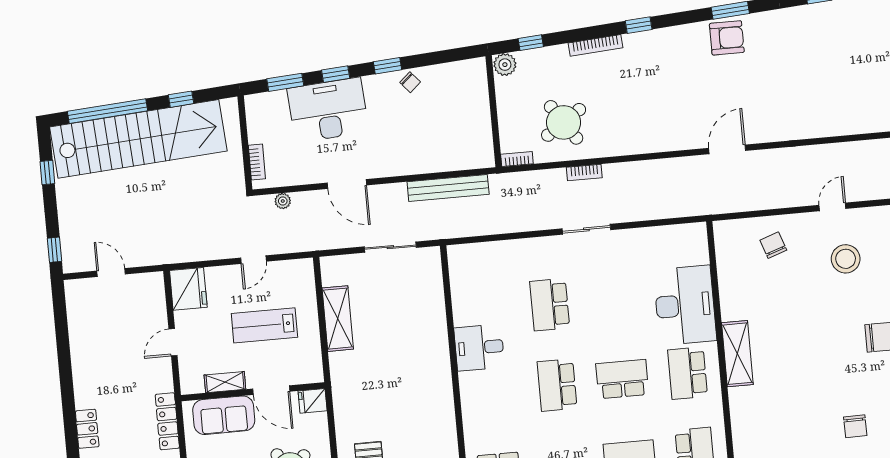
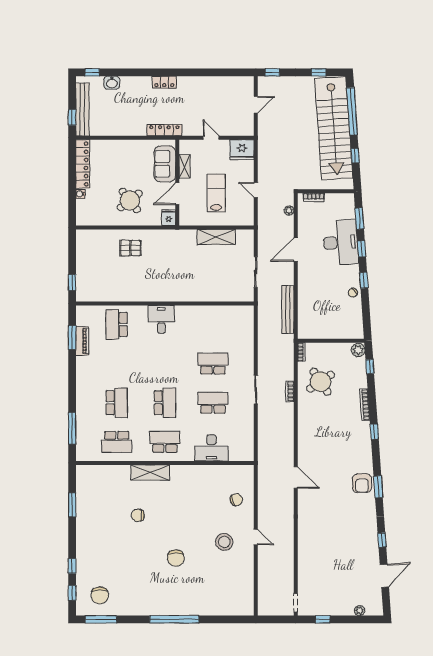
desk: (685, 305) -> (211, 448), width x0.73, depth x0.77
desk: (479, 348) -> (161, 319), moved
shelving: (737, 354) -> (150, 472), moved
school desk: (557, 385) -> (213, 403), moved
chair: (855, 426) -> (138, 515), moved

